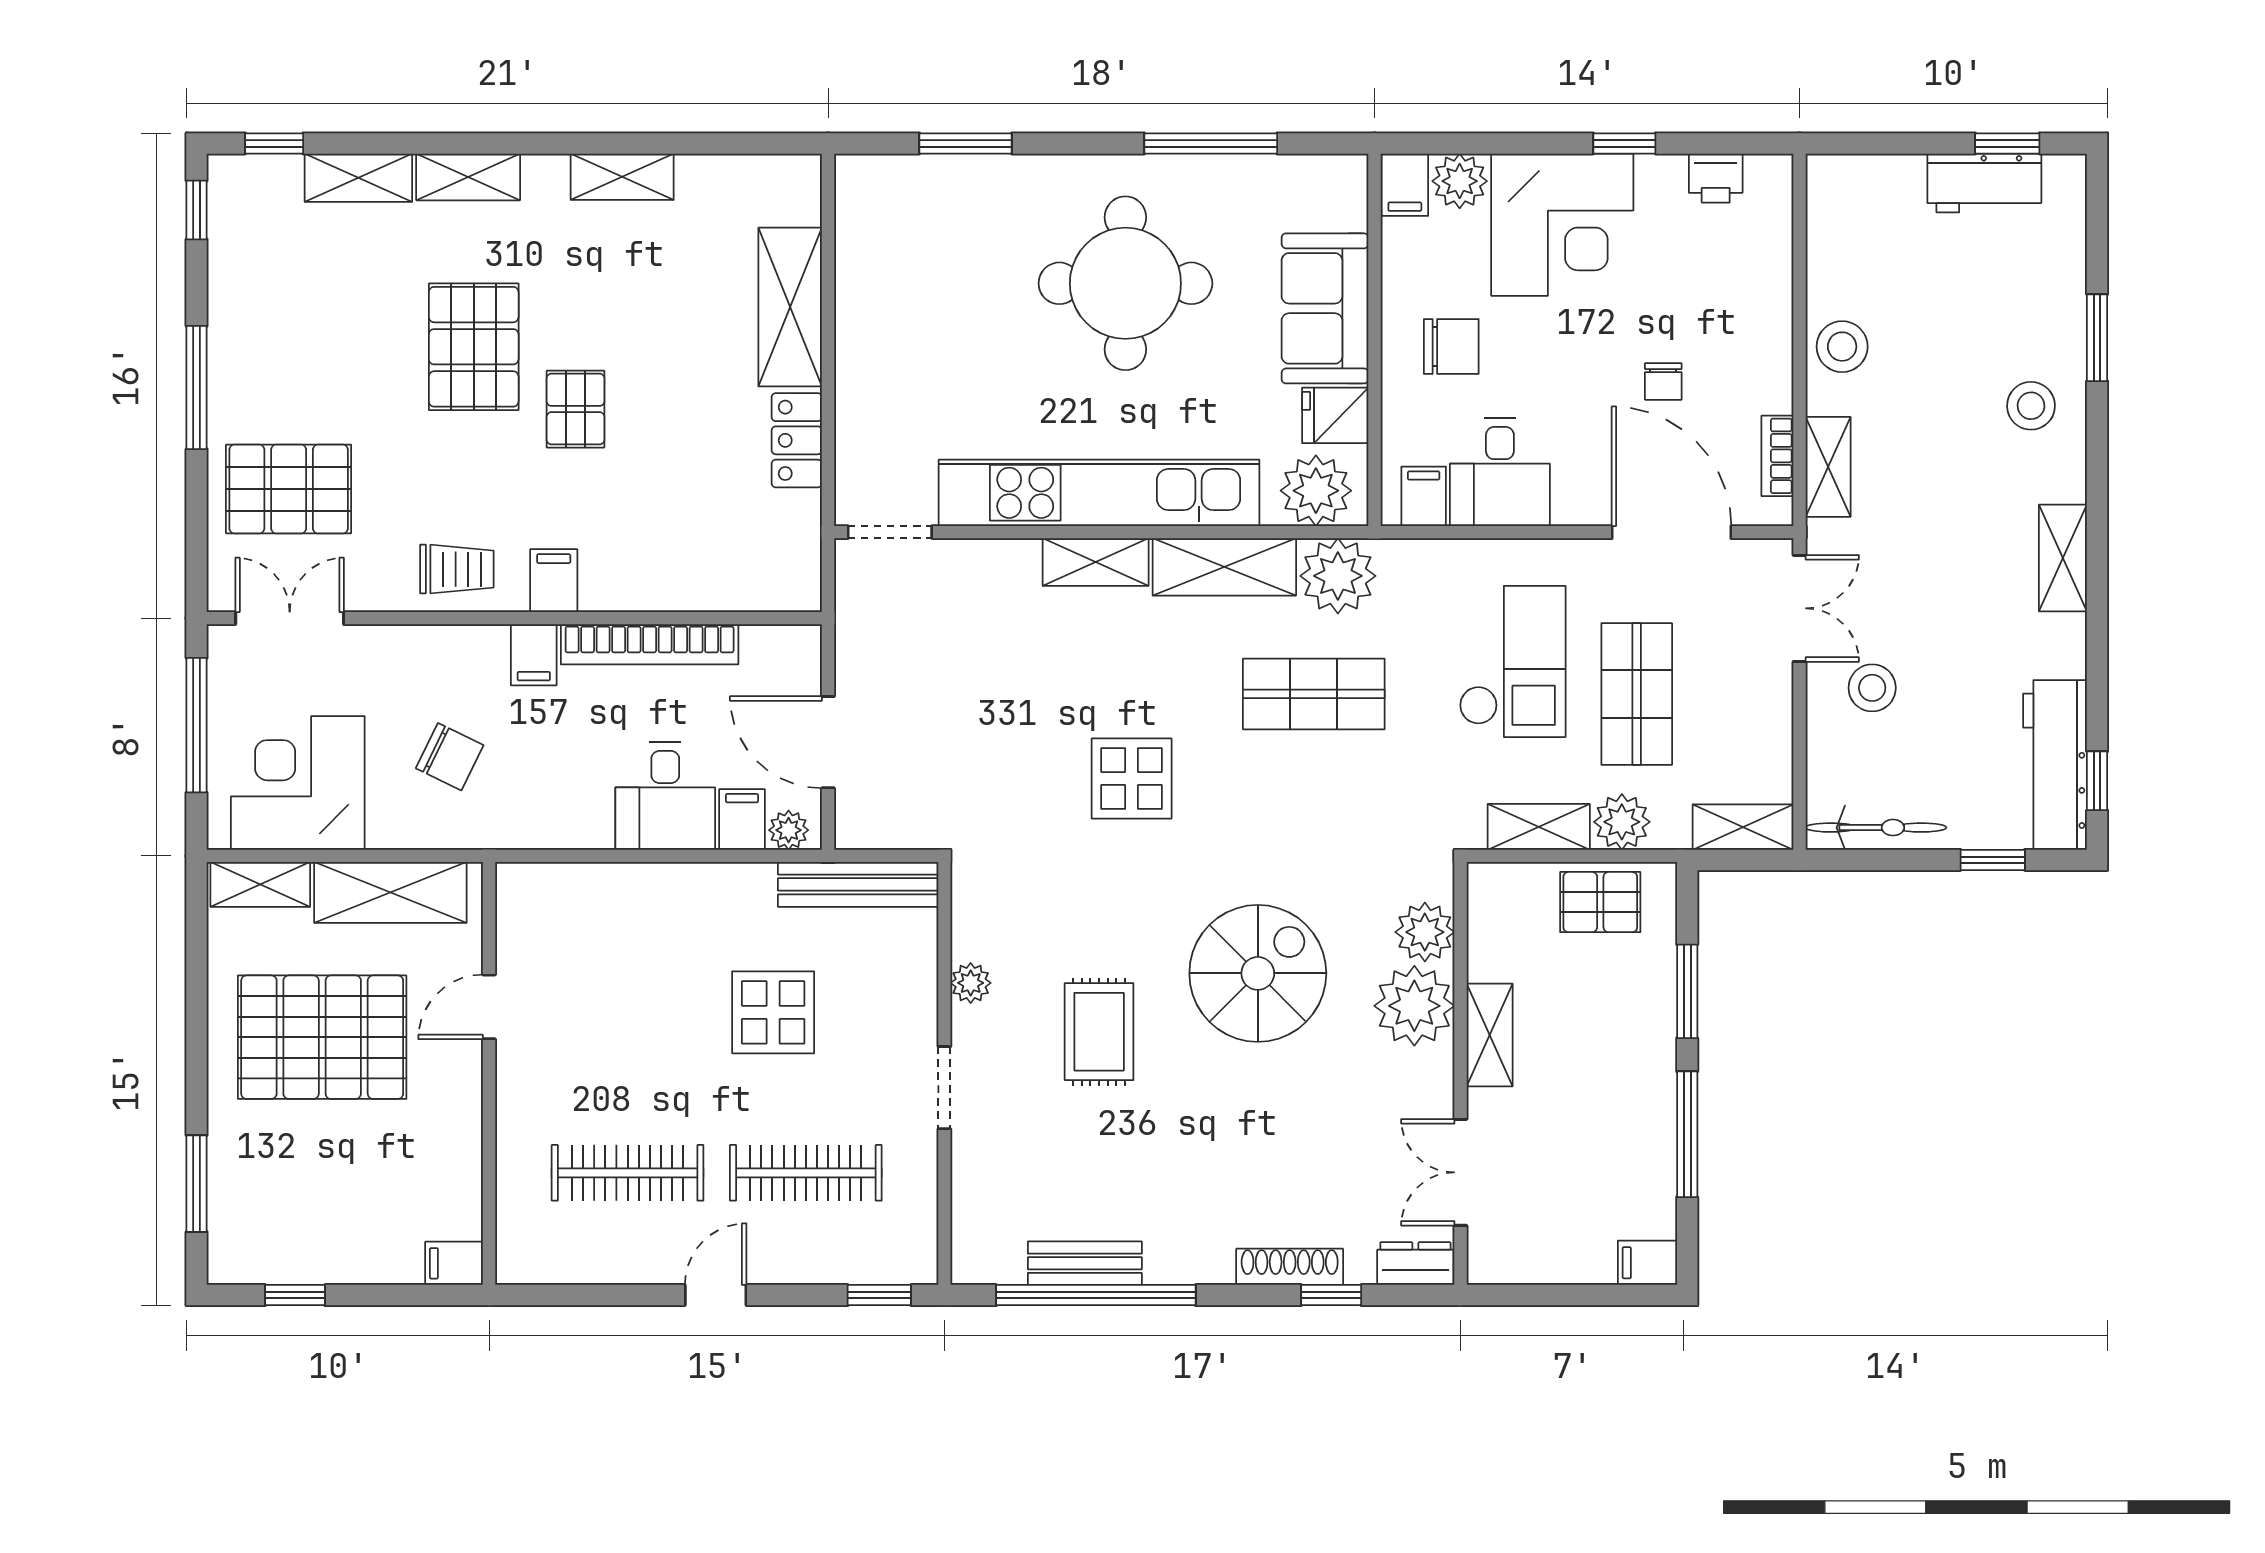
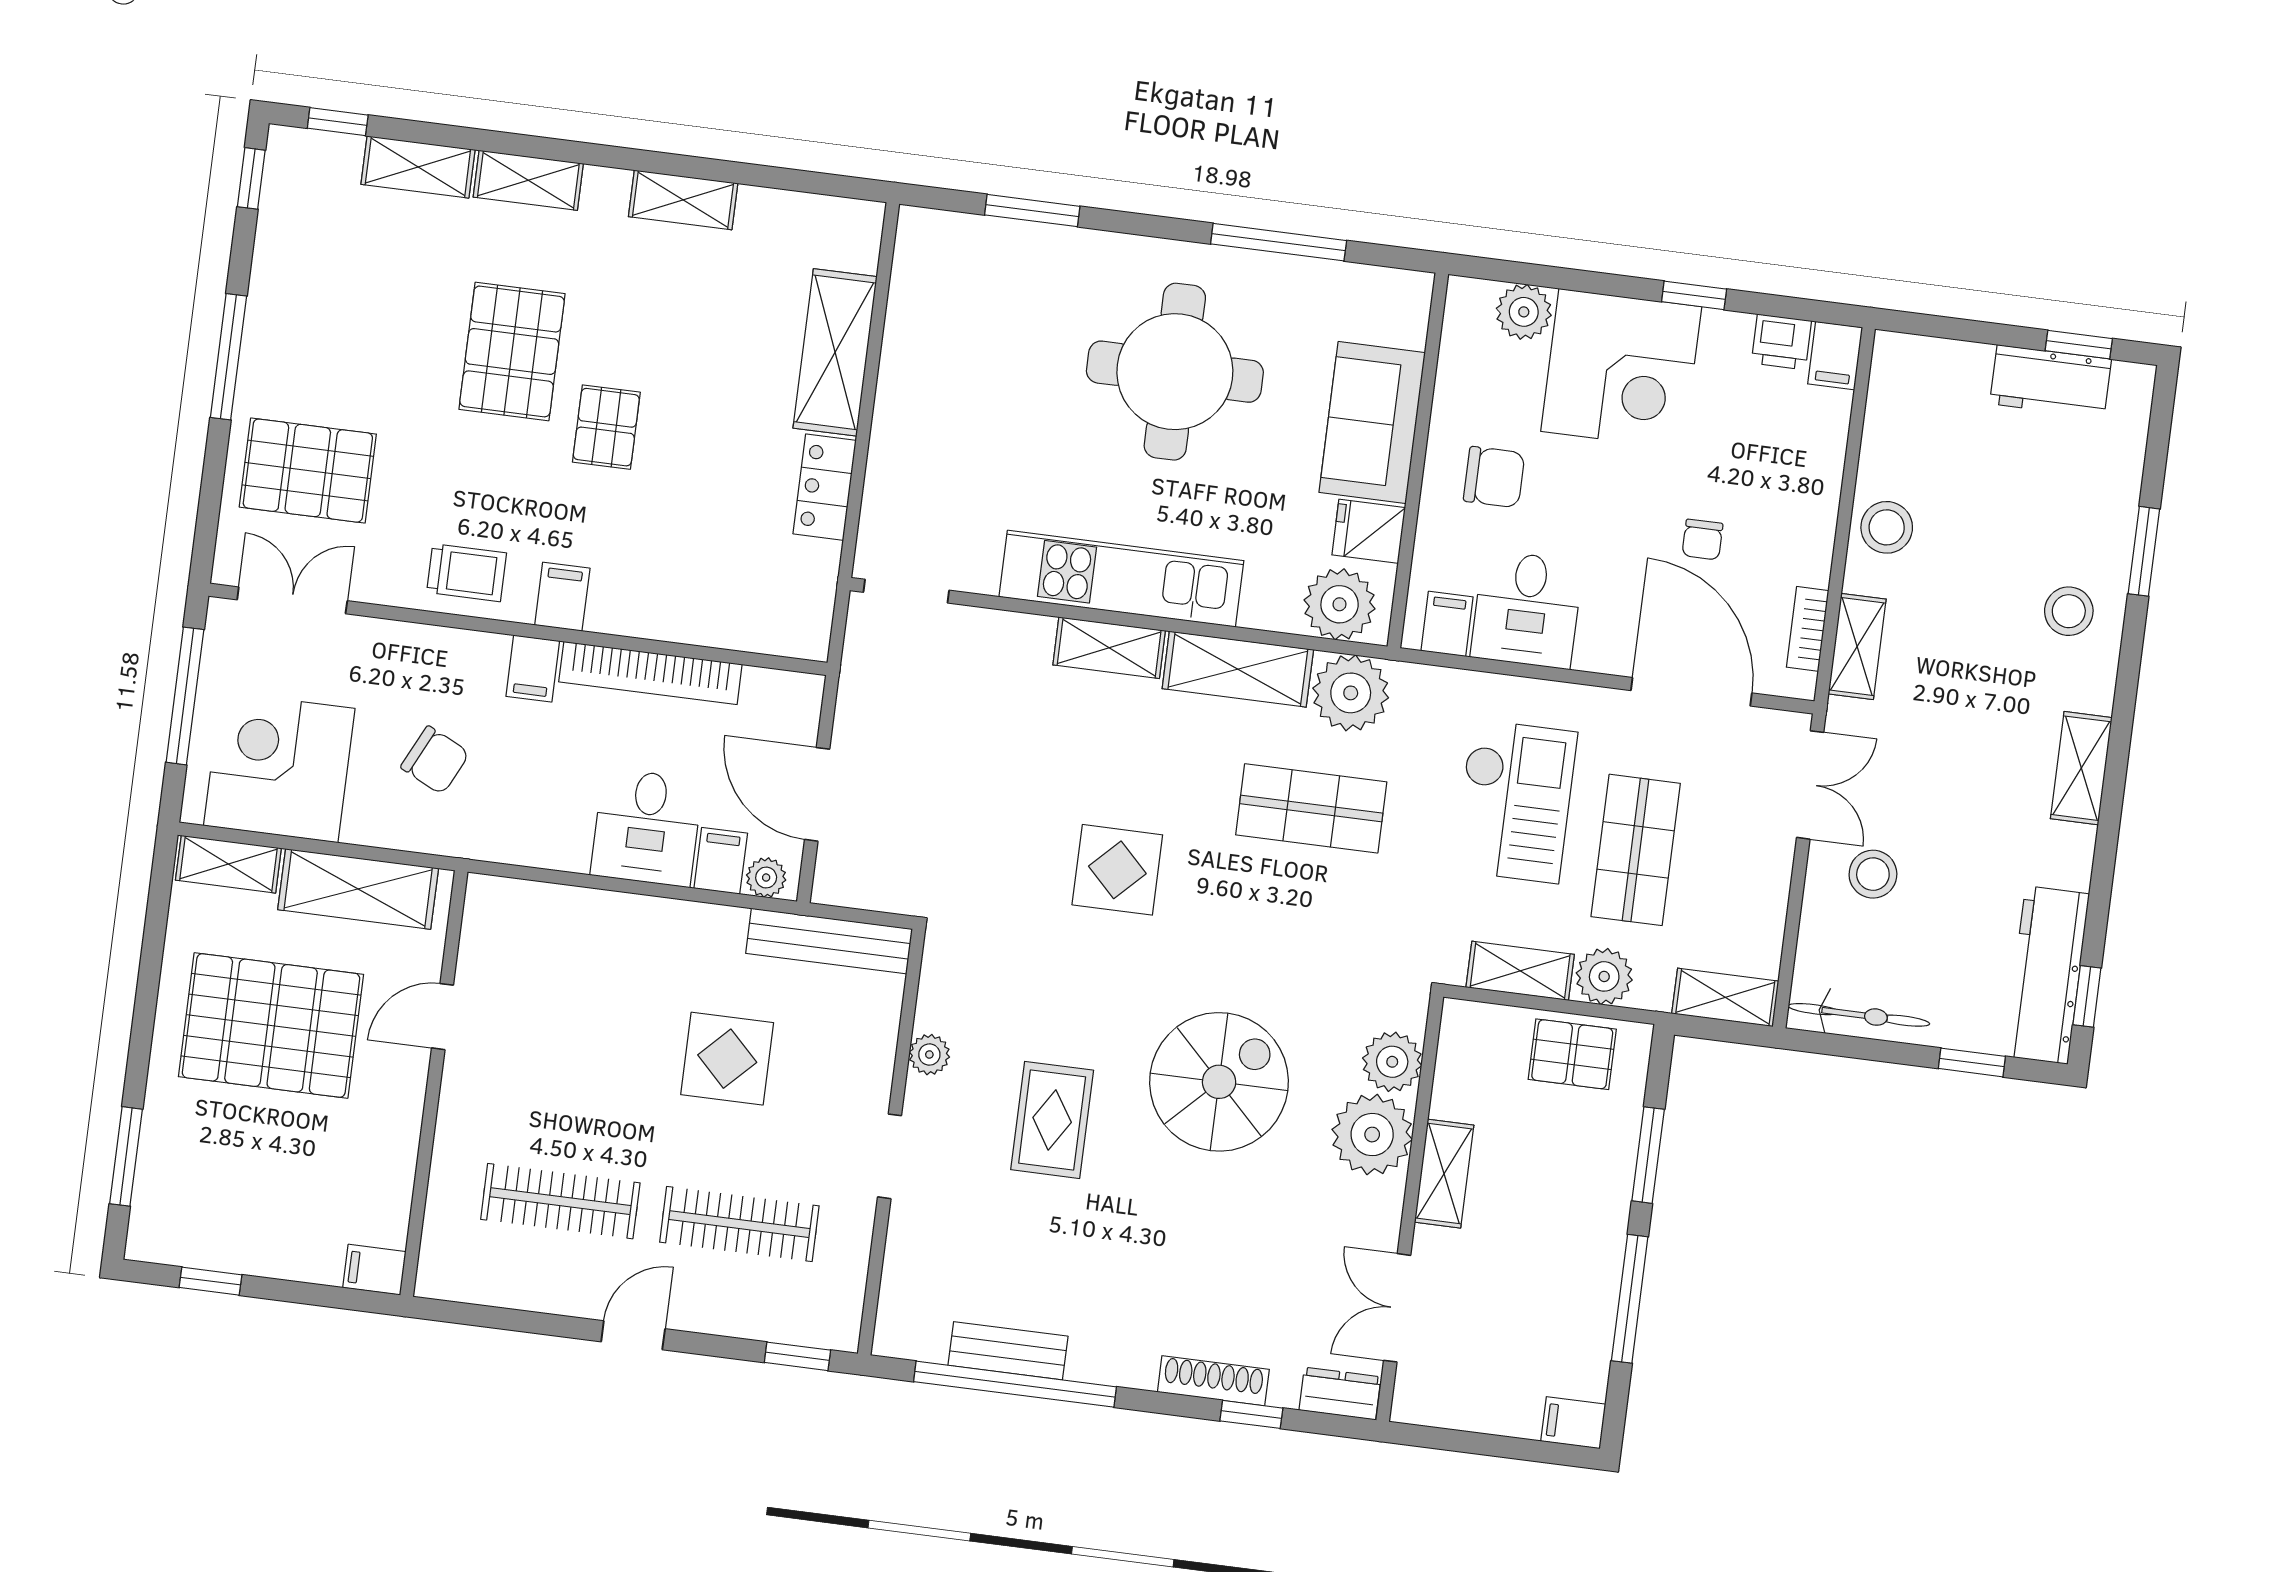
filing cabinet: (1405, 185) -> (1835, 356), moved
kitchen unit: (1099, 493) -> (1121, 579), width x0.73

